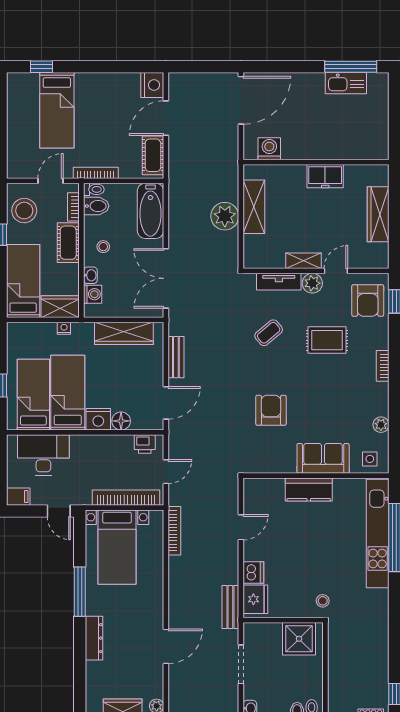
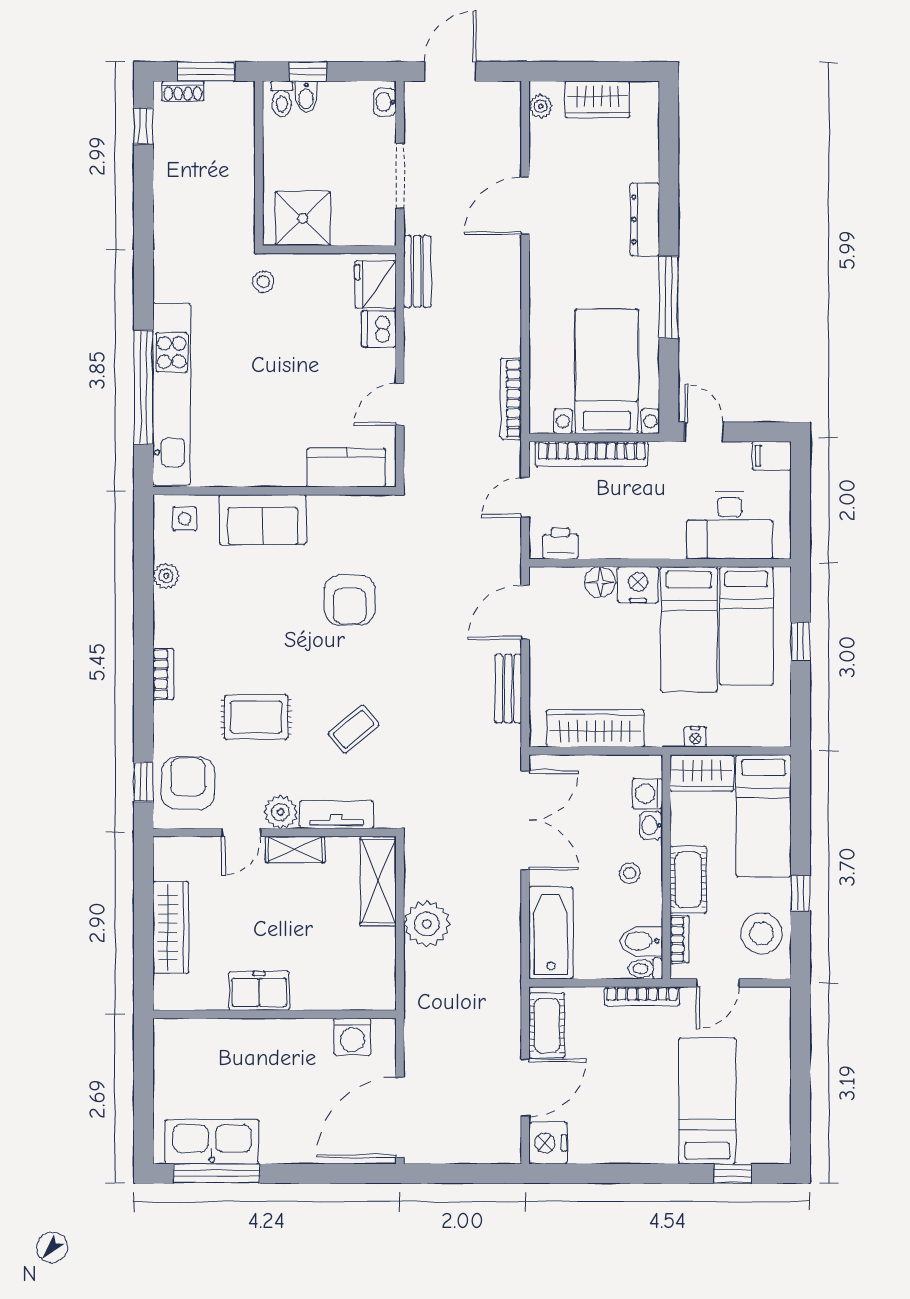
kitchen sink: (346, 83) -> (212, 1142), width x1.36, depth x1.24
shelving: (254, 207) -> (378, 881), moved
kitchen counter: (309, 490) -> (346, 468), moved

